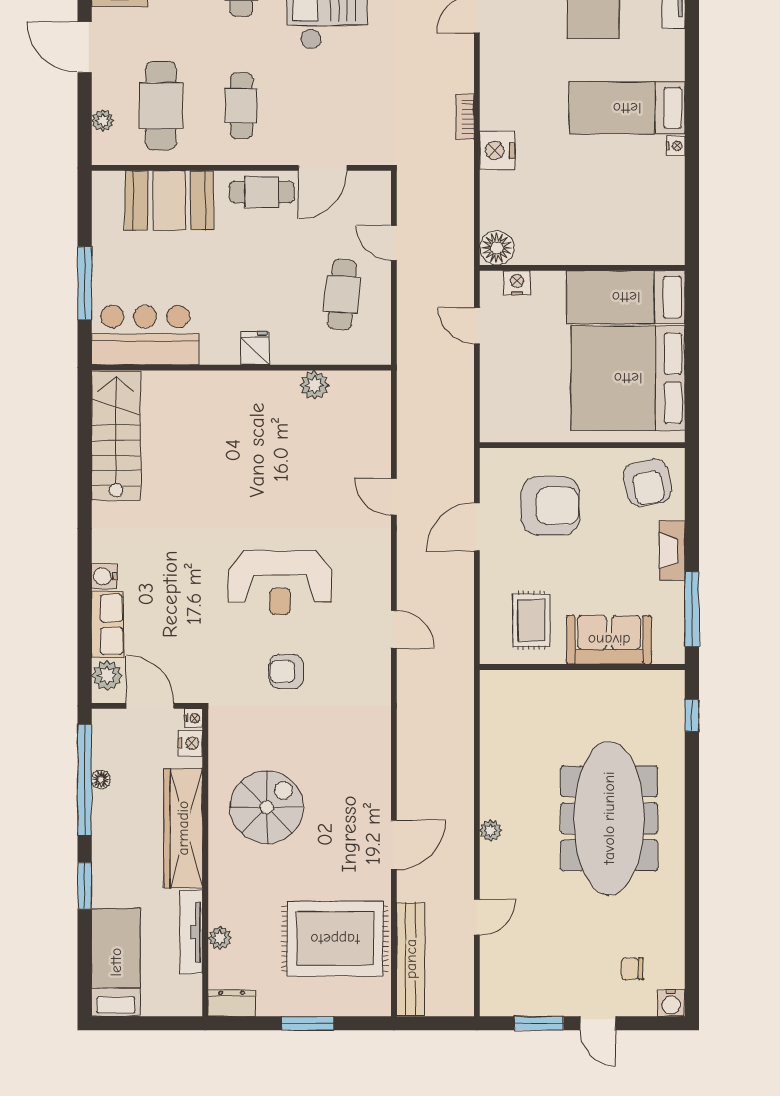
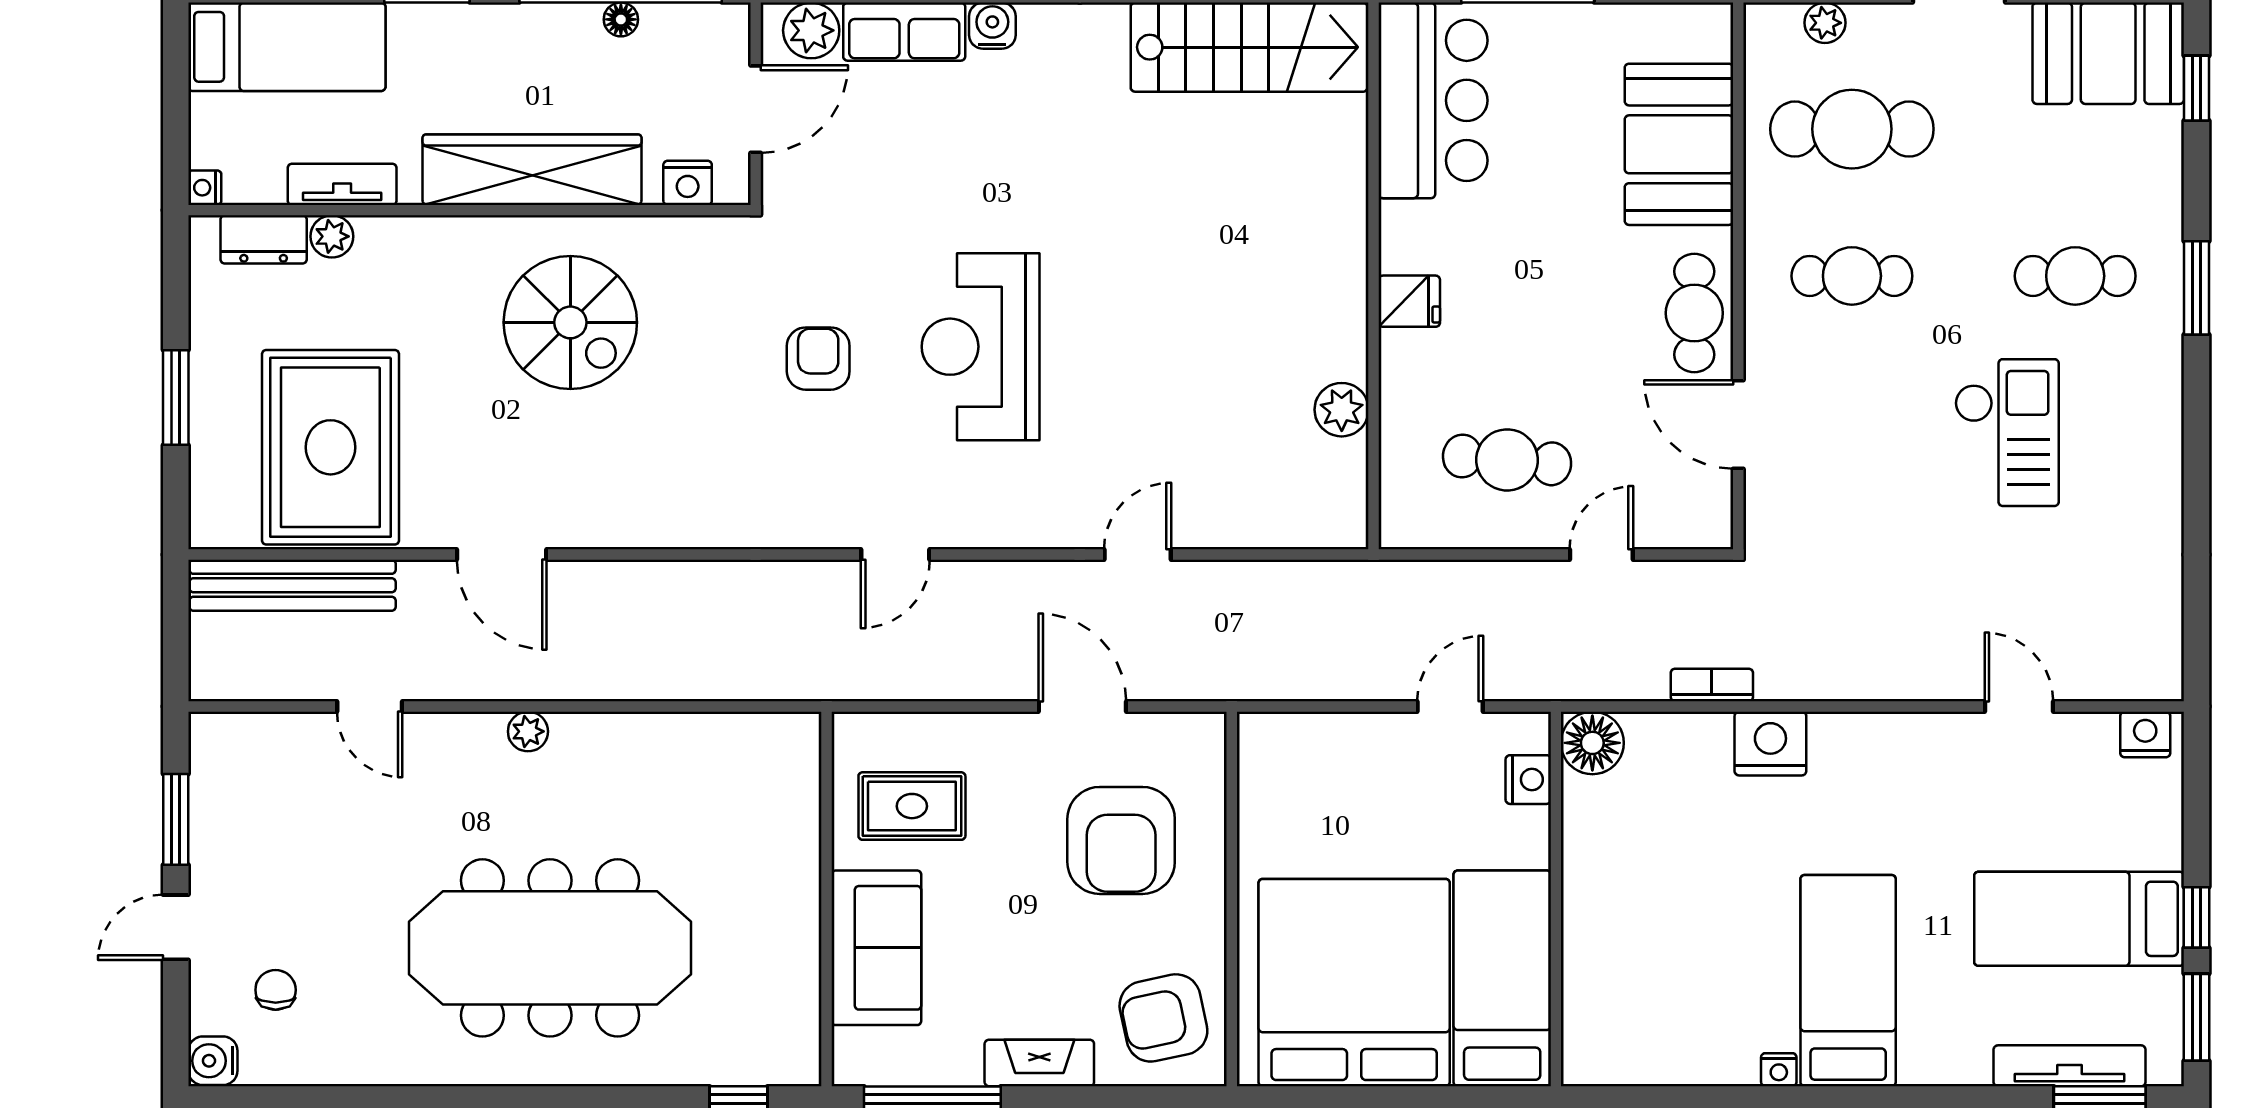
bookcase: (465, 117) -> (1712, 685), moved
nightstand: (194, 718) -> (205, 188), moved, turned 90
tv unit: (191, 932) -> (342, 184), width x0.71
dresser: (232, 1003) -> (264, 239), moved, turned 90

